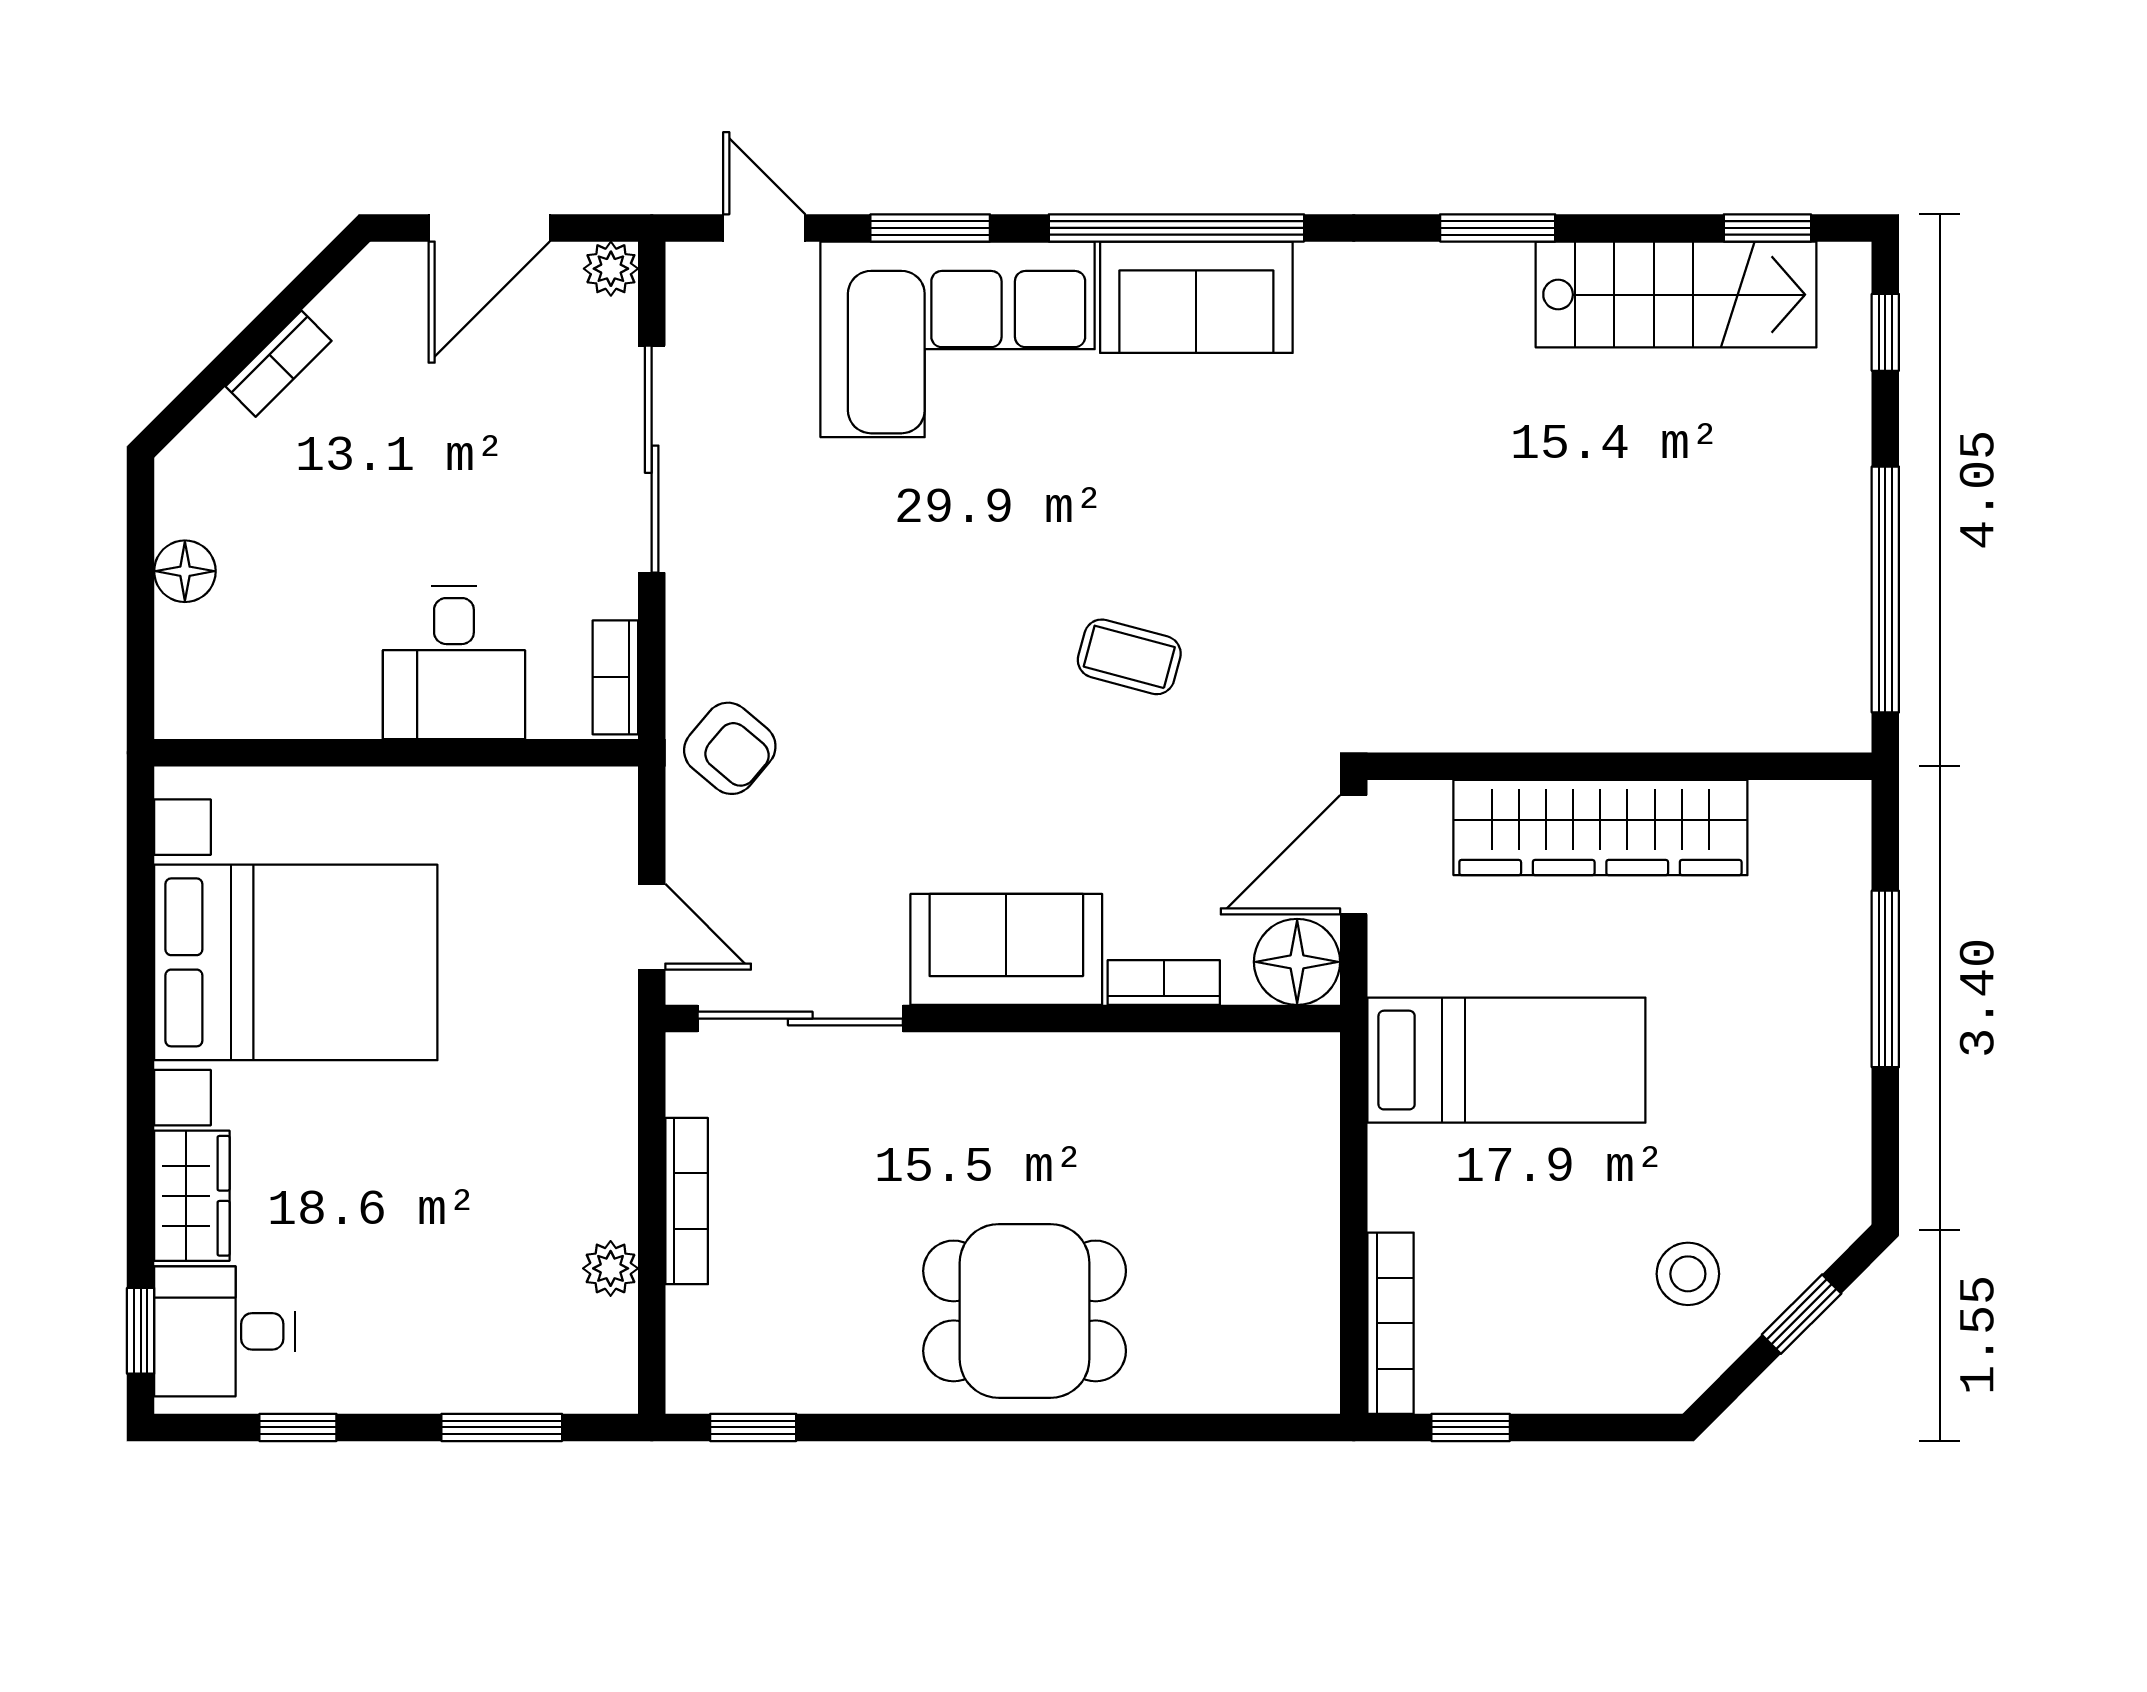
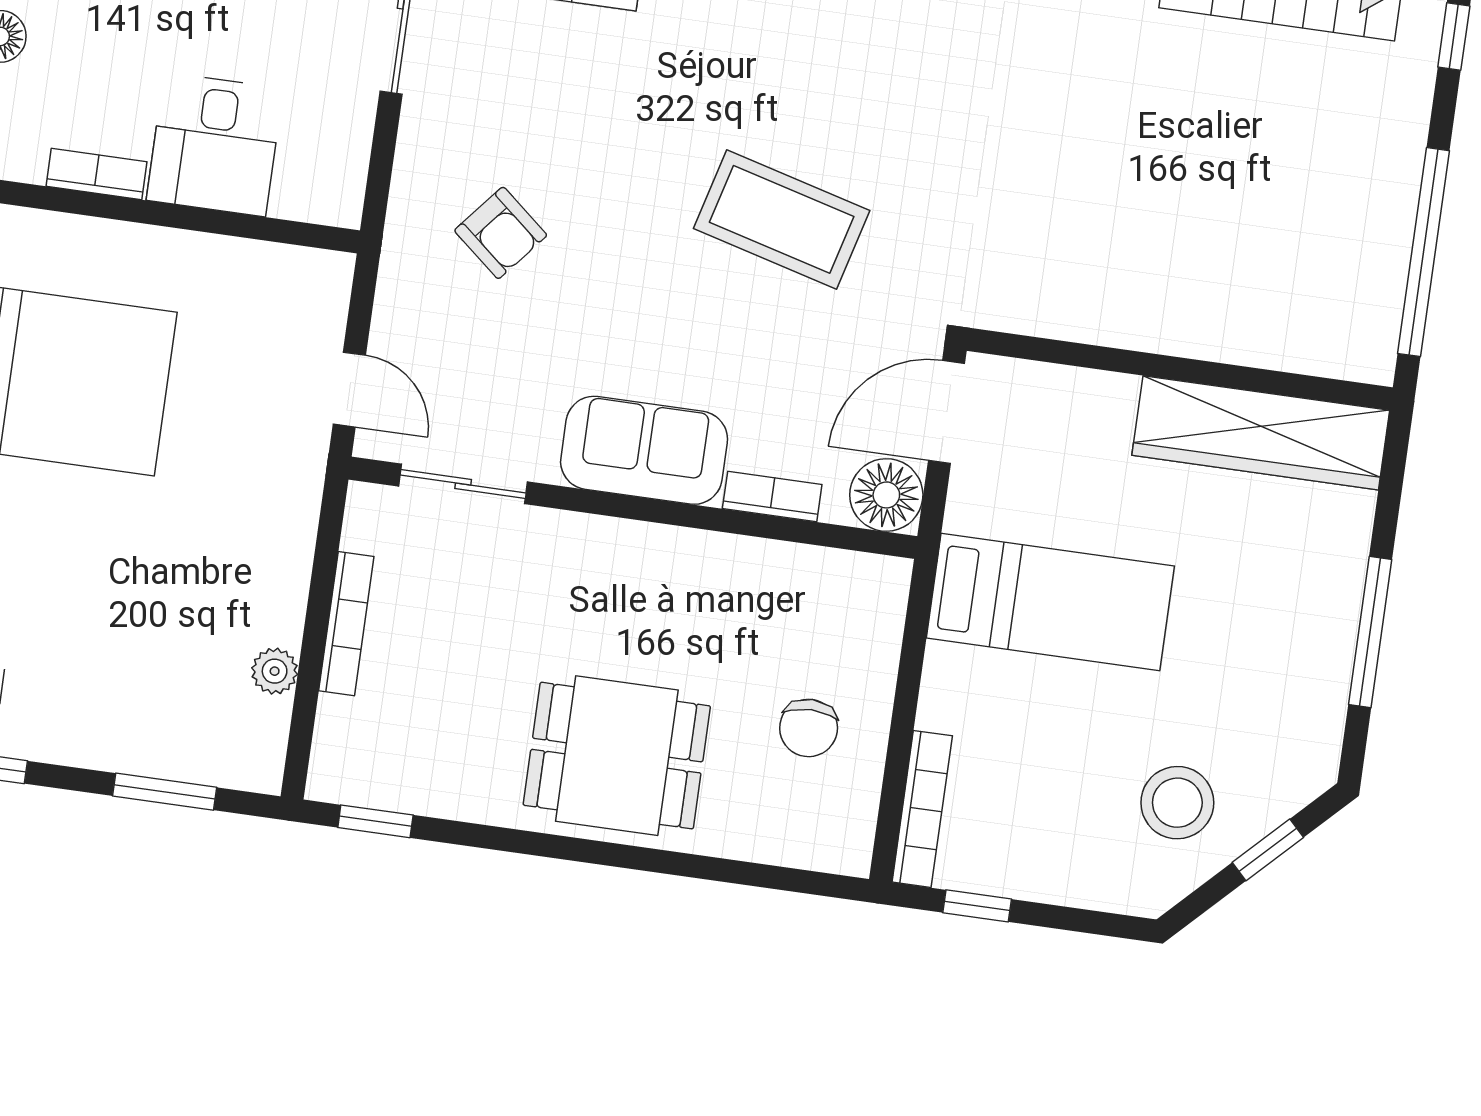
coffee table: (1129, 657) -> (782, 219), width x1.86, depth x1.72
bookcase: (615, 677) -> (97, 174), moved, turned 90
armchair: (730, 748) -> (501, 233), moved
wardrobe: (1600, 828) -> (1261, 433), moved
window: (1885, 979) -> (1370, 632), moved
sliding door: (800, 1019) -> (463, 484), width x0.73
chair: (1244, 1247) -> (809, 728), added
stool: (1688, 1274) -> (1177, 803), width x1.38, depth x1.38

